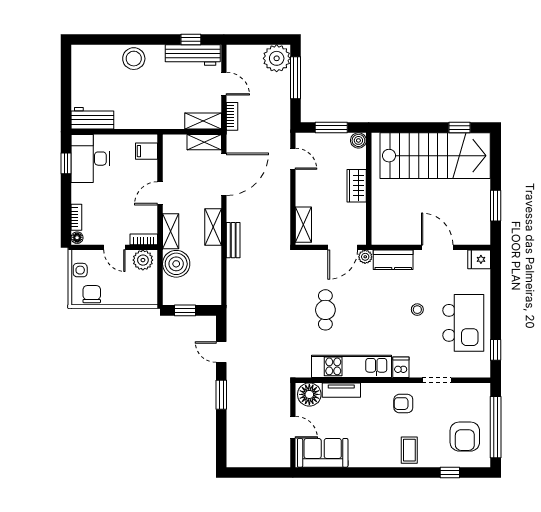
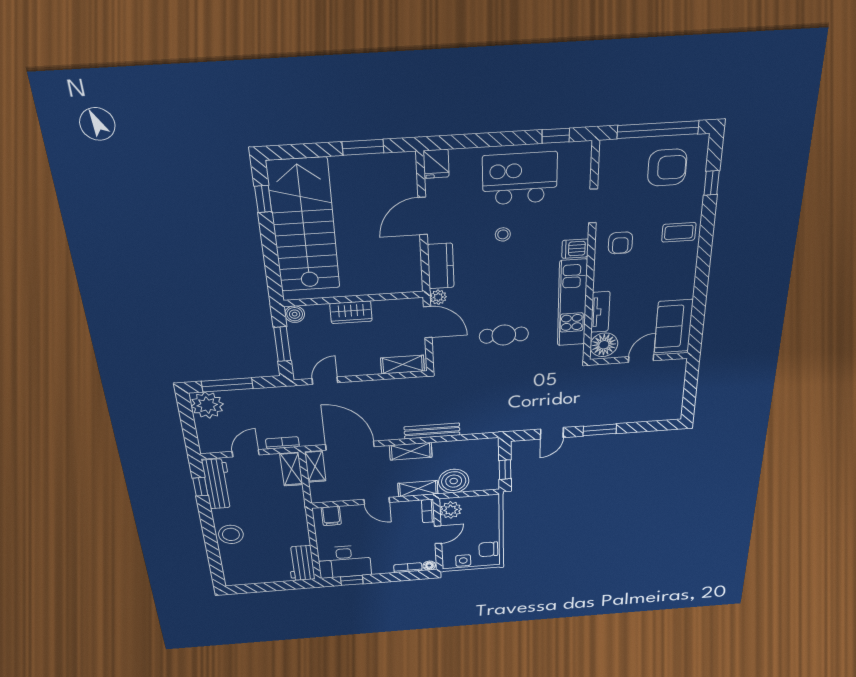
bench: (233, 240) -> (432, 431), width x1.36

